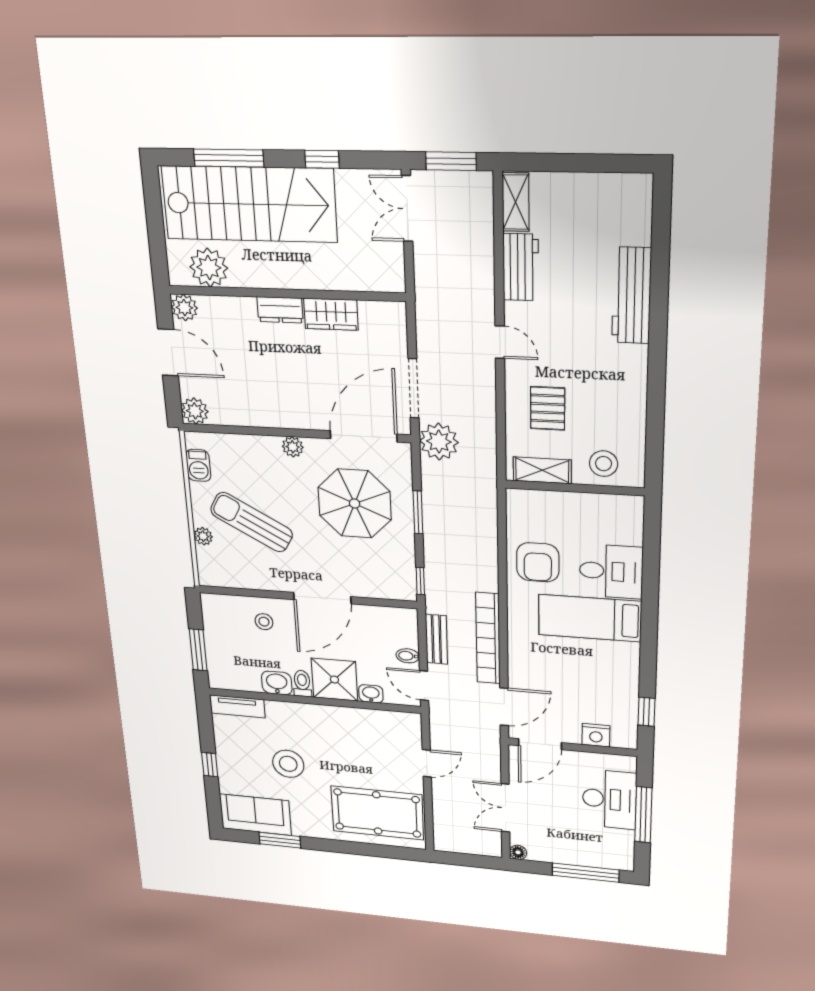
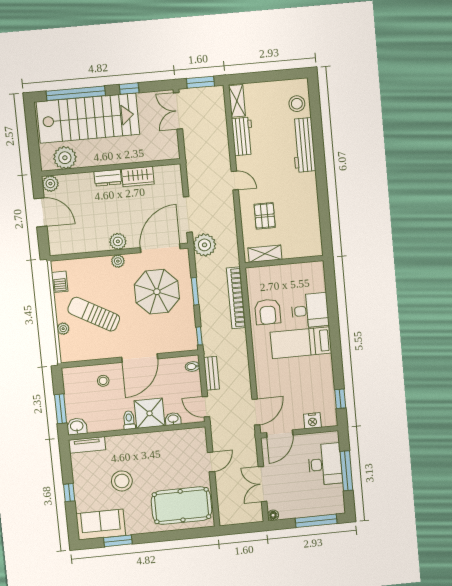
window: (229, 158) -> (76, 93), width x1.46
plant: (195, 411) -> (118, 241), moved
stool: (604, 464) -> (297, 104), moved
bookcase: (488, 638) -> (236, 298), moved
bidet: (408, 656) -> (193, 366), moved
washbasin: (277, 683) -> (77, 426), moved

